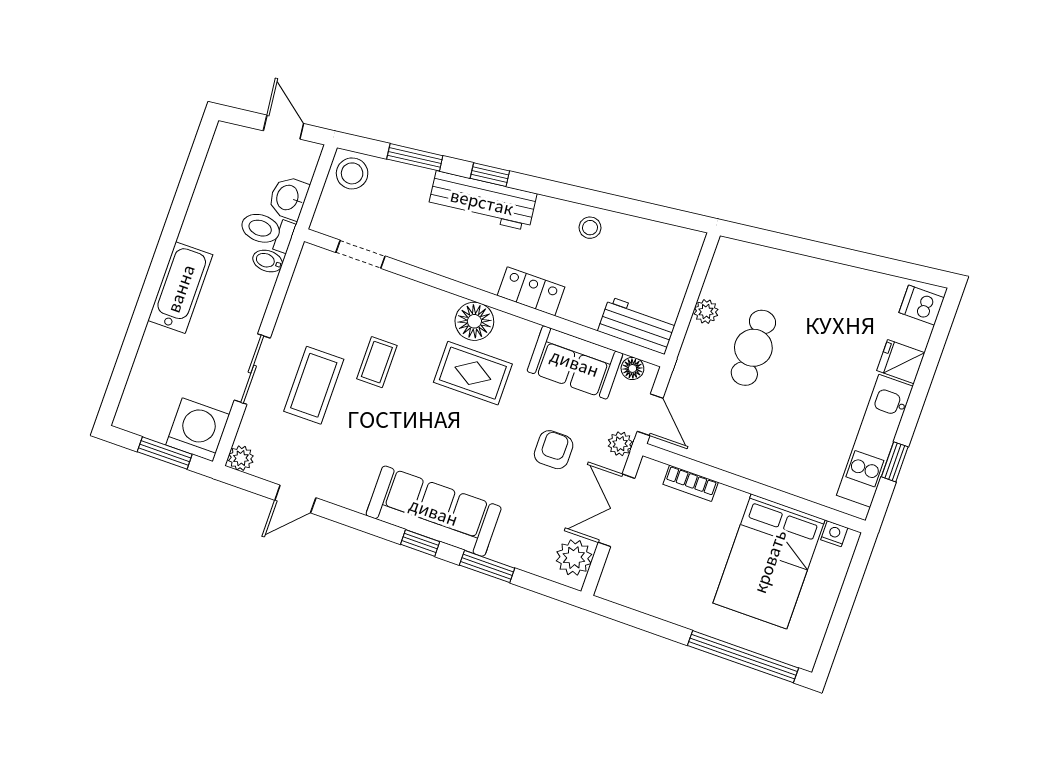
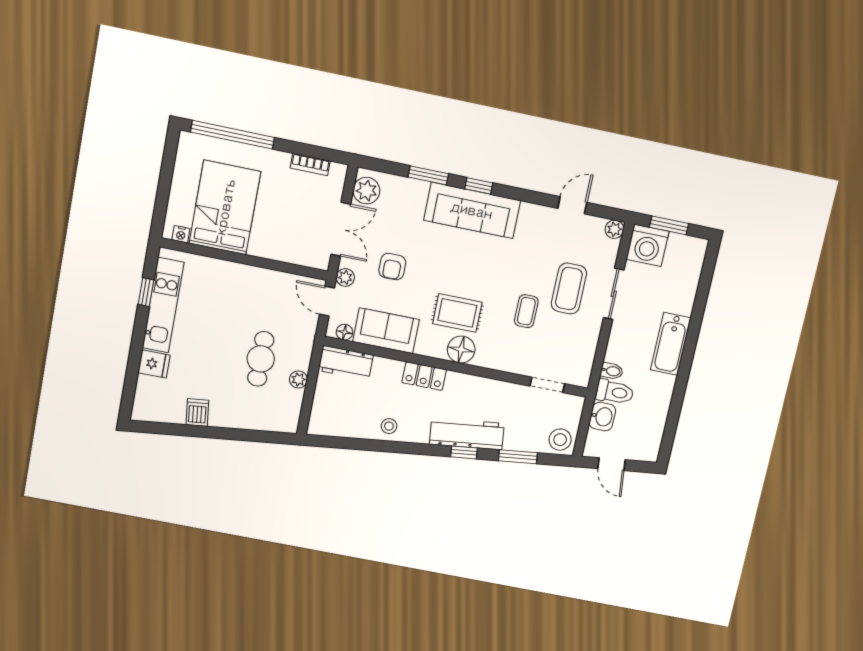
dishwasher: (922, 305) -> (197, 412), moved, turned -96
bookcase: (691, 483) -> (310, 164), moved, turned 180

